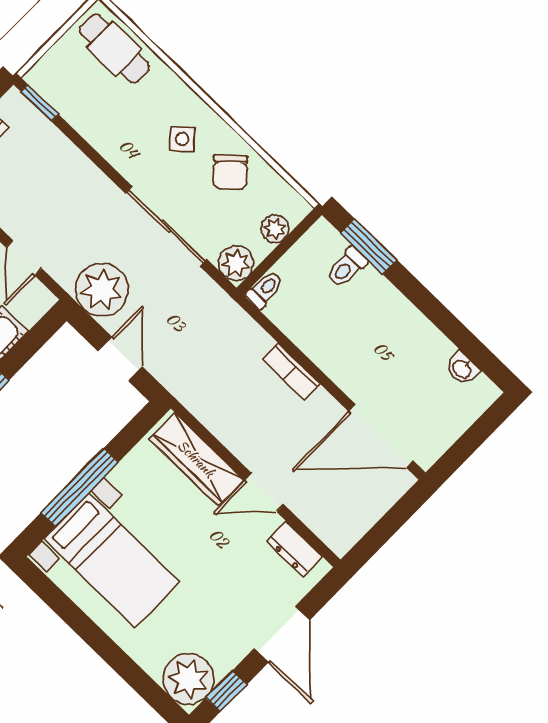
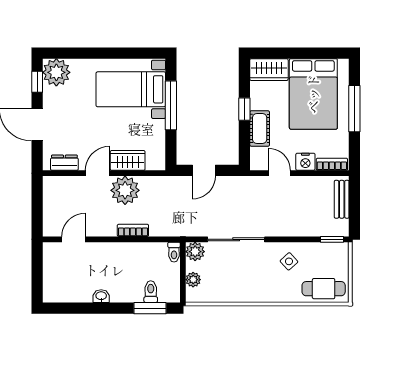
side table: (182, 139) -> (289, 261), moved
chair: (230, 172) -> (232, 285), removed
plant: (102, 290) -> (125, 190), moved
door: (120, 359) -> (204, 170), hinge flipped
washbasin: (462, 369) -> (101, 296), moved
door: (381, 436) -> (73, 239), width x0.53
wardrobe: (196, 459) -> (128, 160), width x0.67

